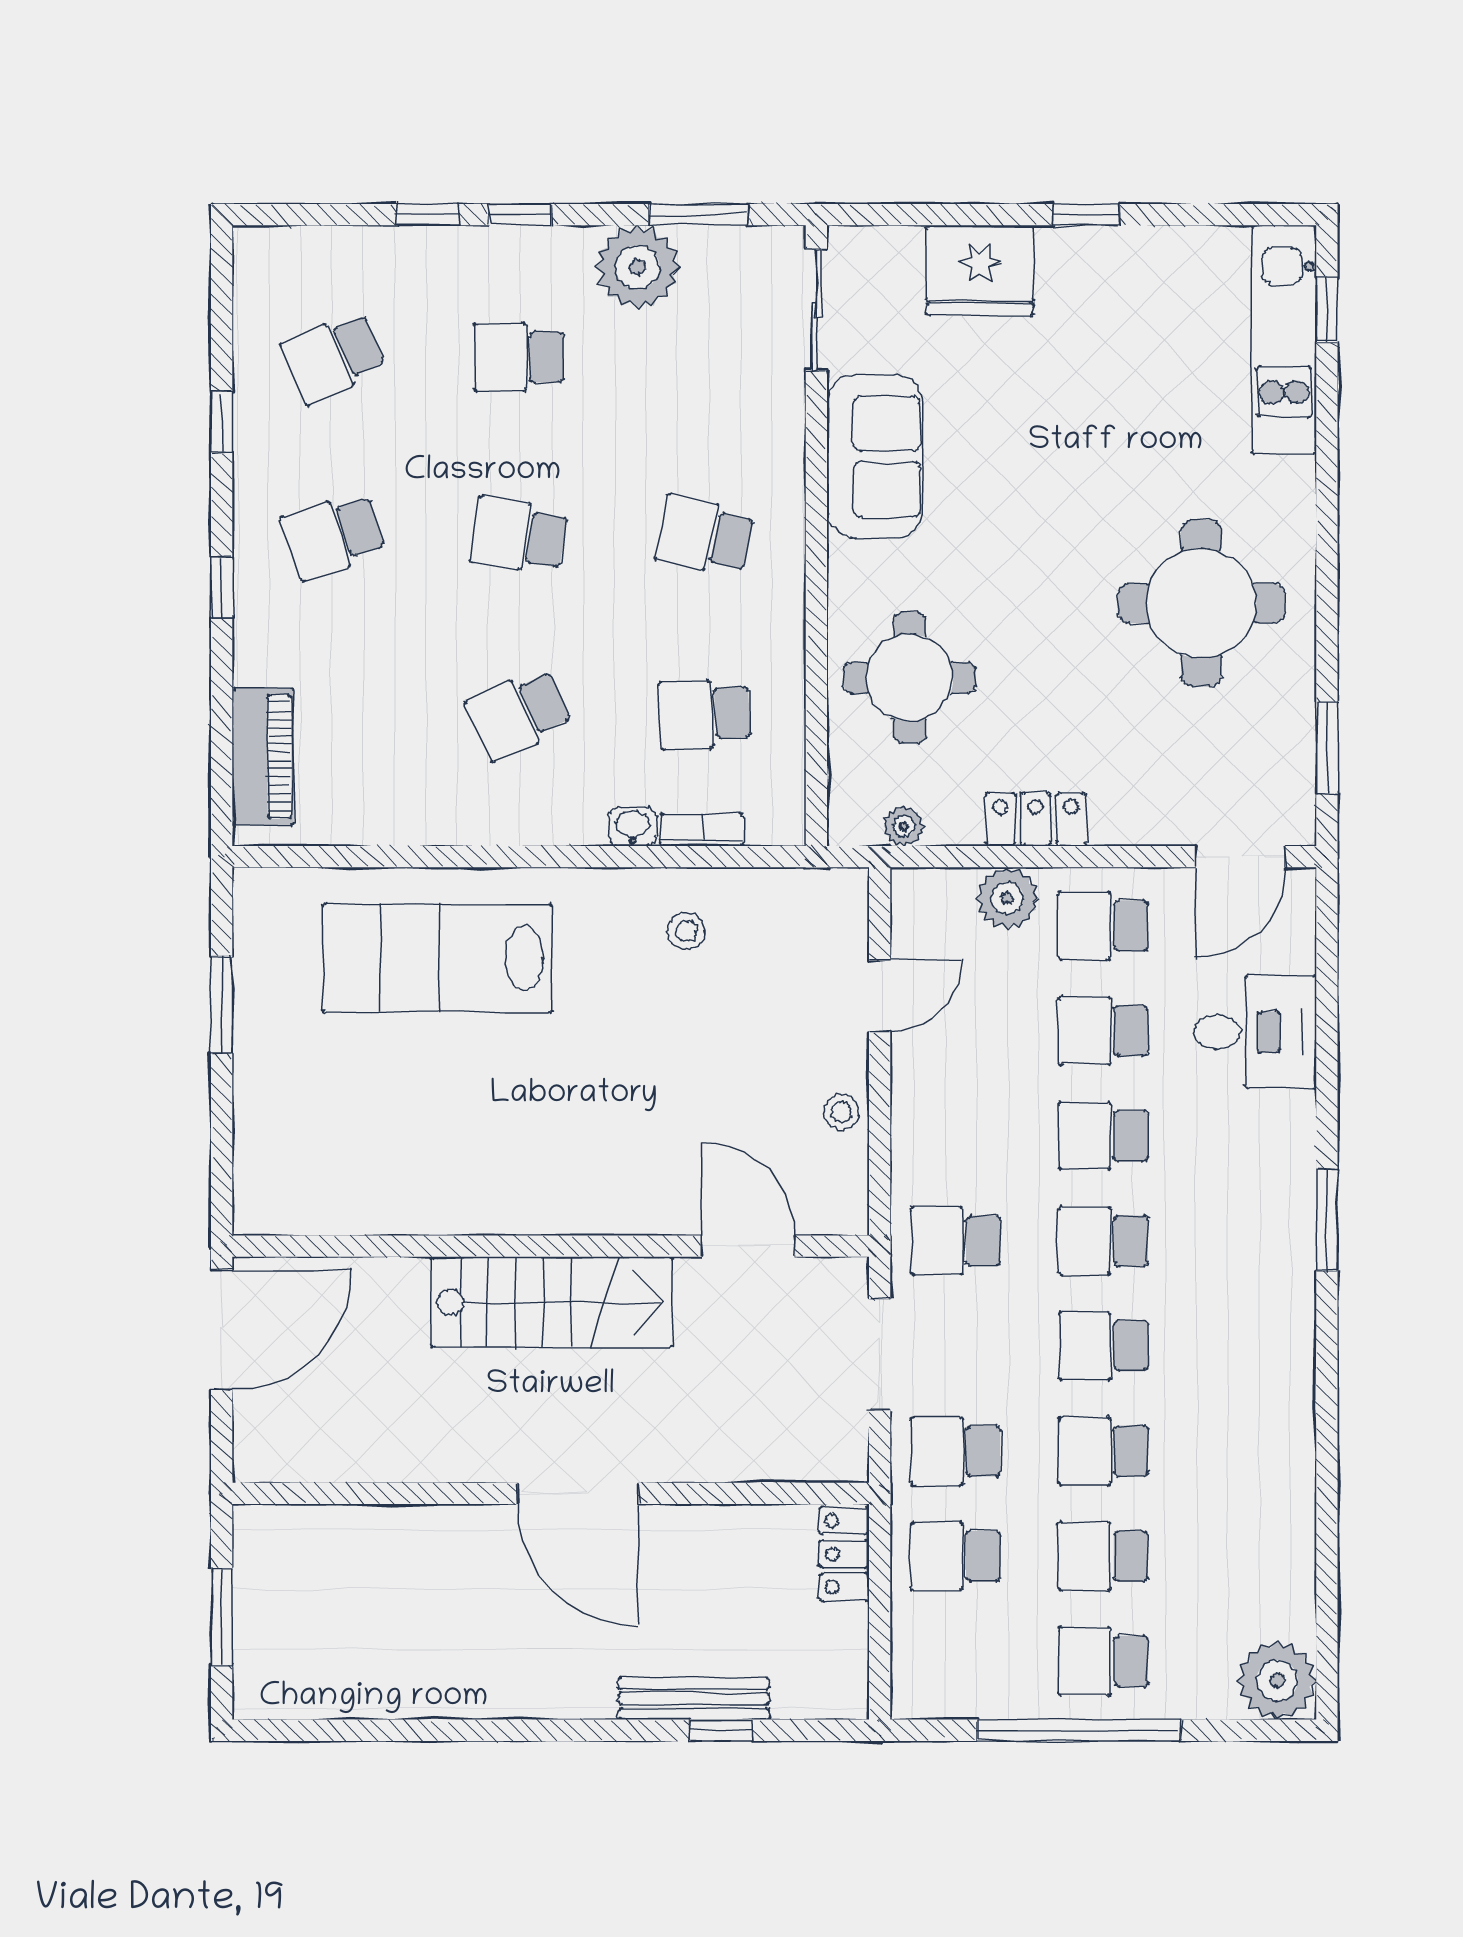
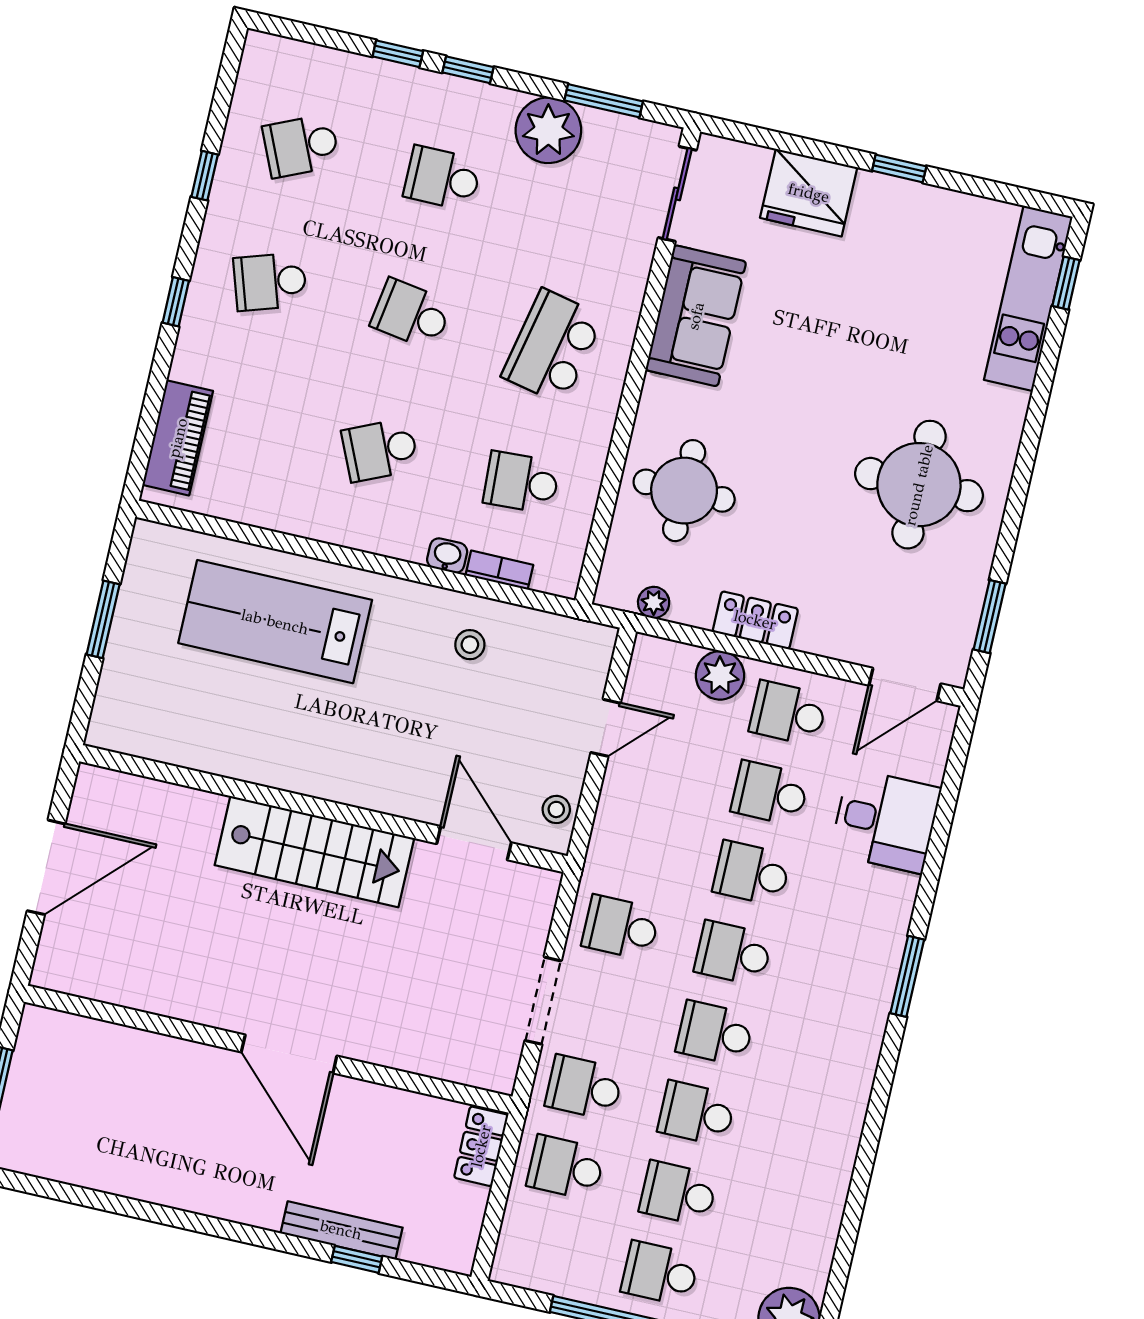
school desk: (705, 536) -> (553, 346), width x1.85
wall: (551, 1246) -> (323, 809), moved
door: (748, 1246) -> (474, 843), moved
stairs: (552, 1302) -> (314, 852), moved

